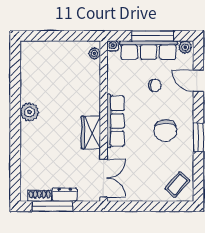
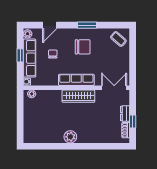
window: (153, 36) -> (20, 55), width x0.46
wardrobe: (91, 132) -> (78, 96), width x1.50
window: (53, 206) -> (133, 122), width x0.46

